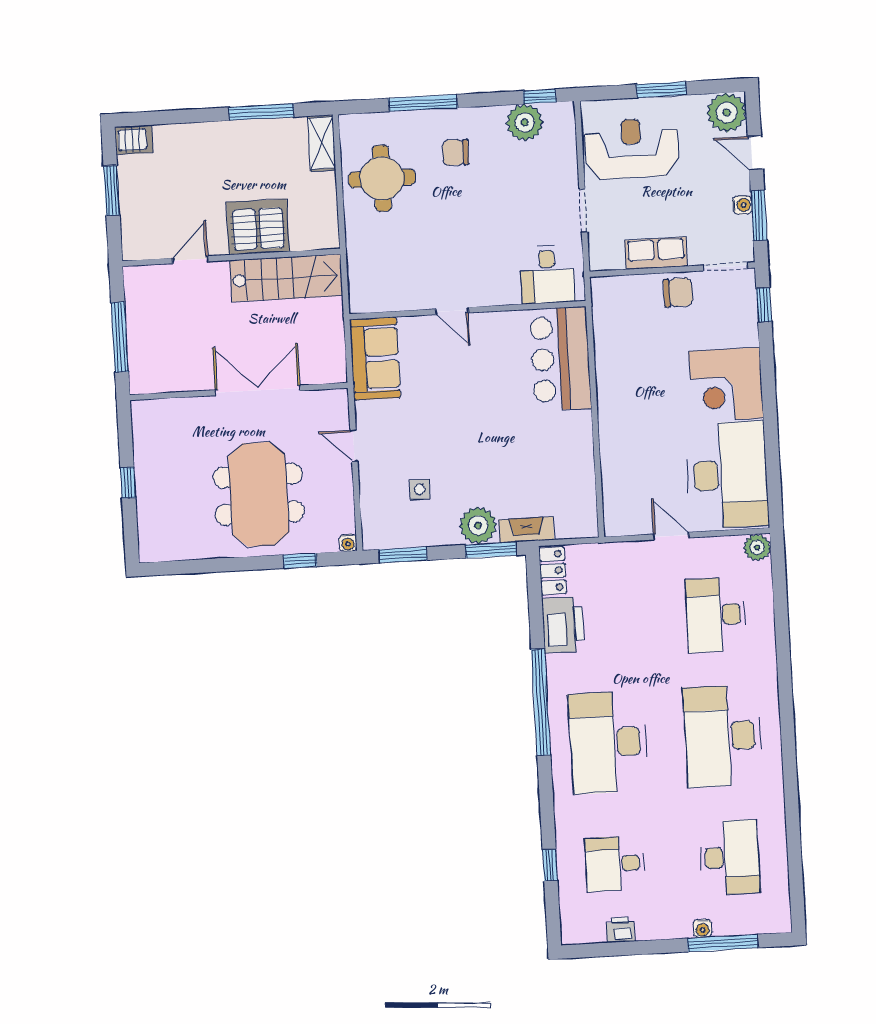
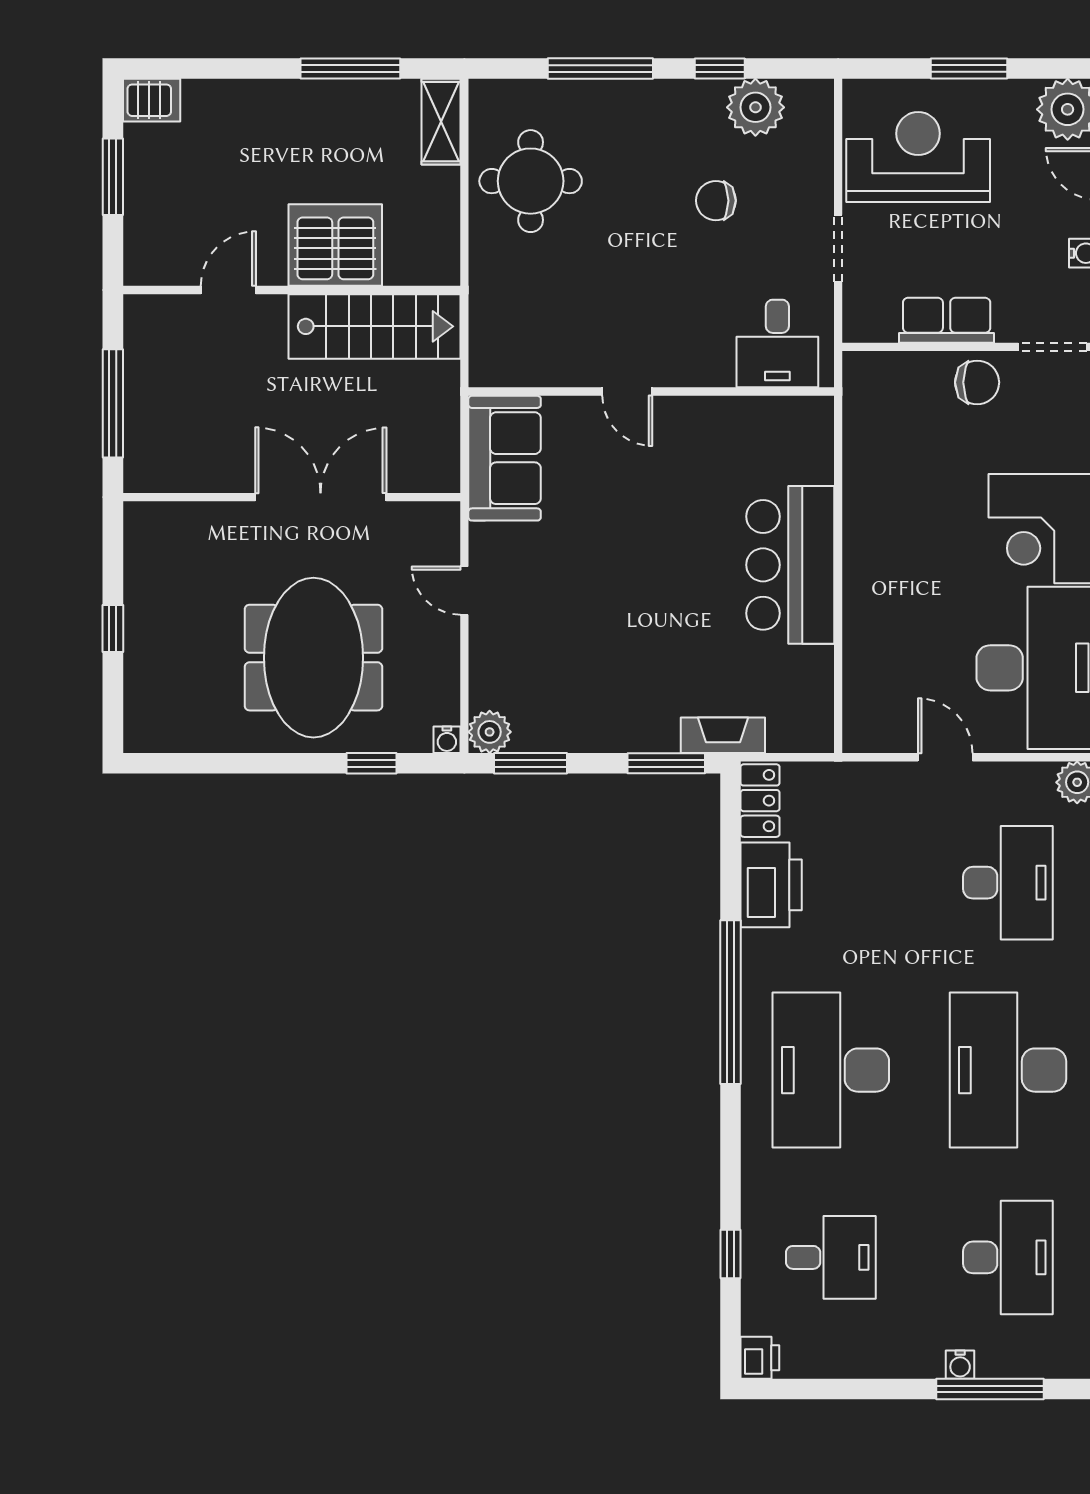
window: (540, 96) -> (720, 69), moved
chair: (456, 153) -> (716, 201), moved
bar counter: (560, 359) -> (790, 565), moved
side table: (420, 489) -> (562, 664), removed
plant: (478, 525) -> (490, 732), moved, width x0.73, depth x0.73
desk: (716, 615) -> (1008, 883), turned 180
desk: (615, 864) -> (831, 1257), turned 180
printer: (620, 930) -> (760, 1358), moved, turned 90

